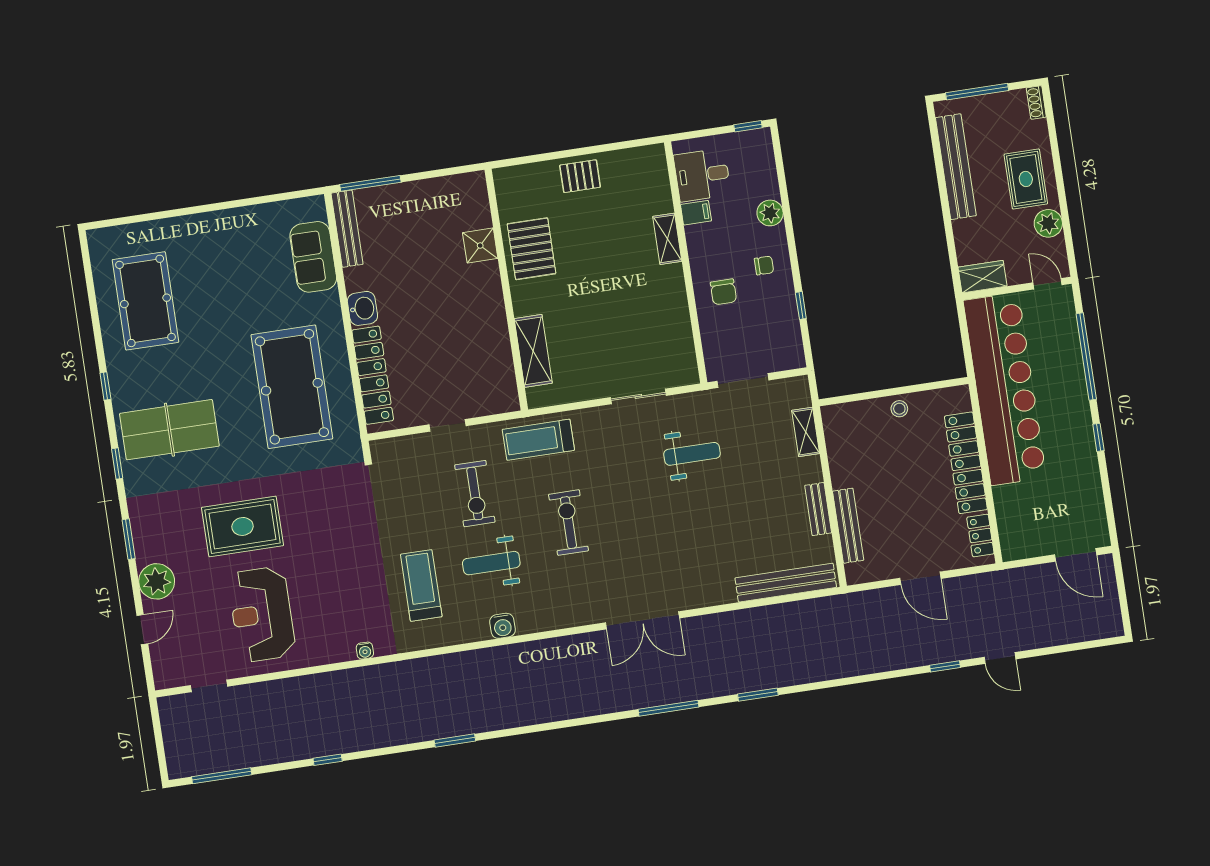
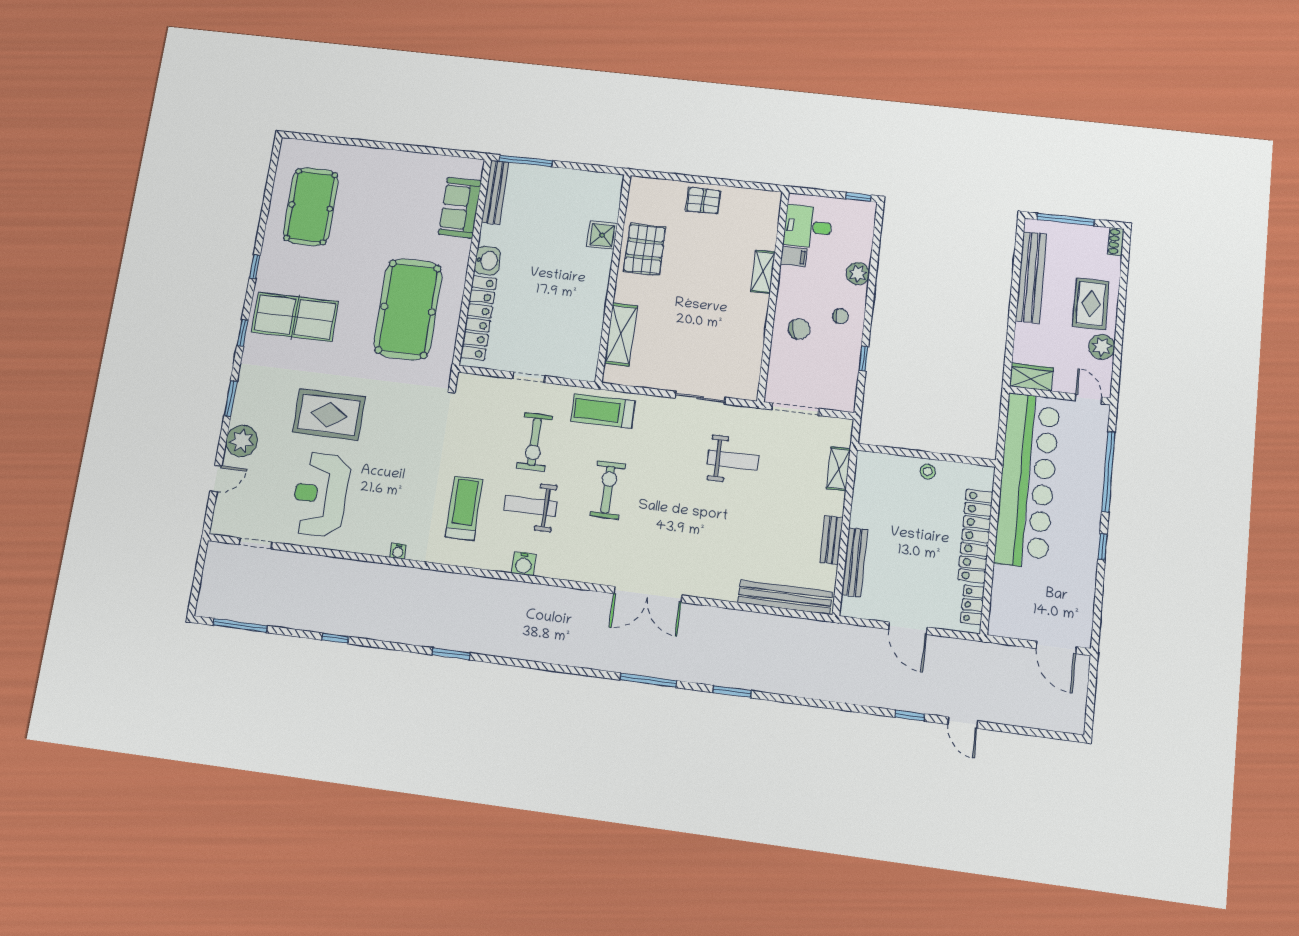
chair: (723, 292) -> (799, 329), turned -106

